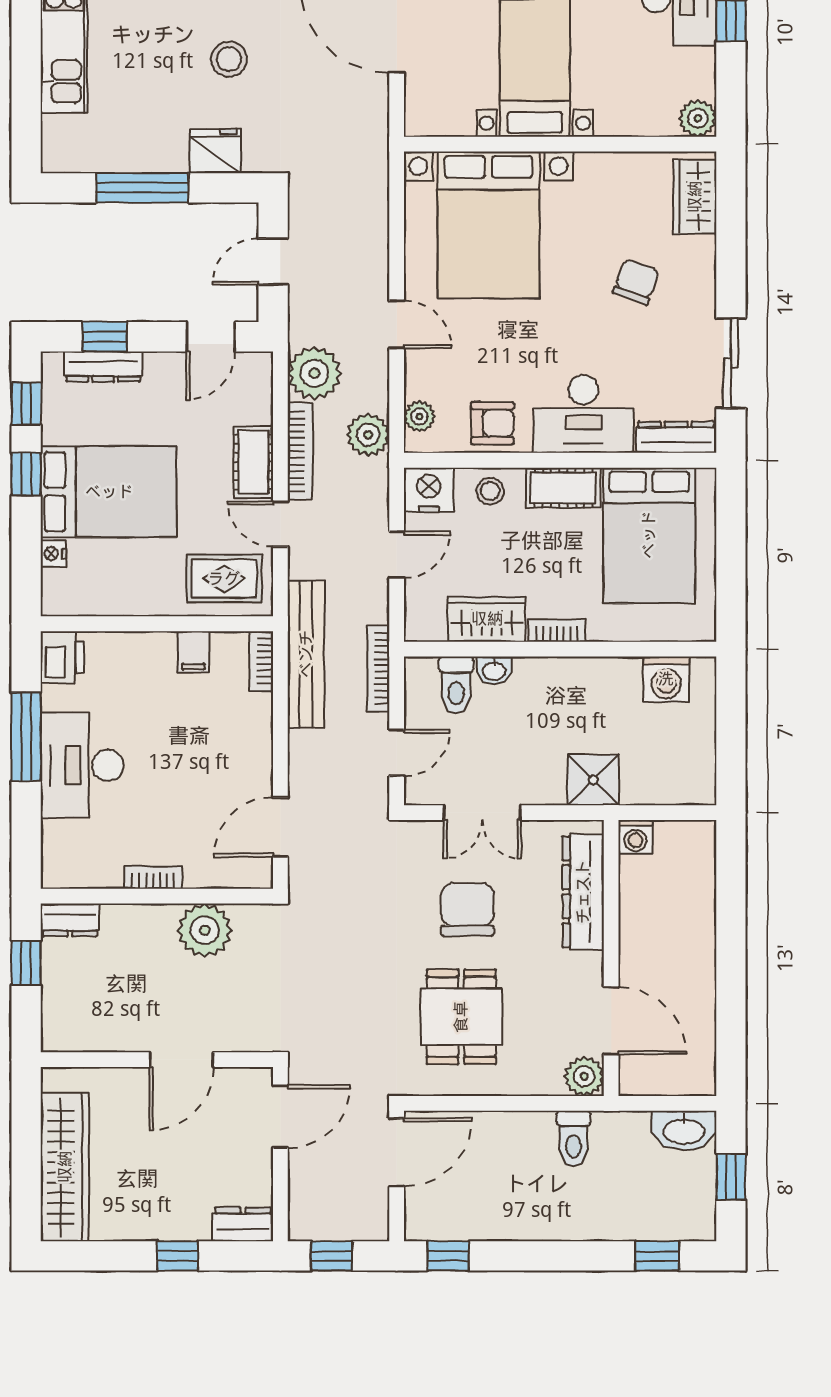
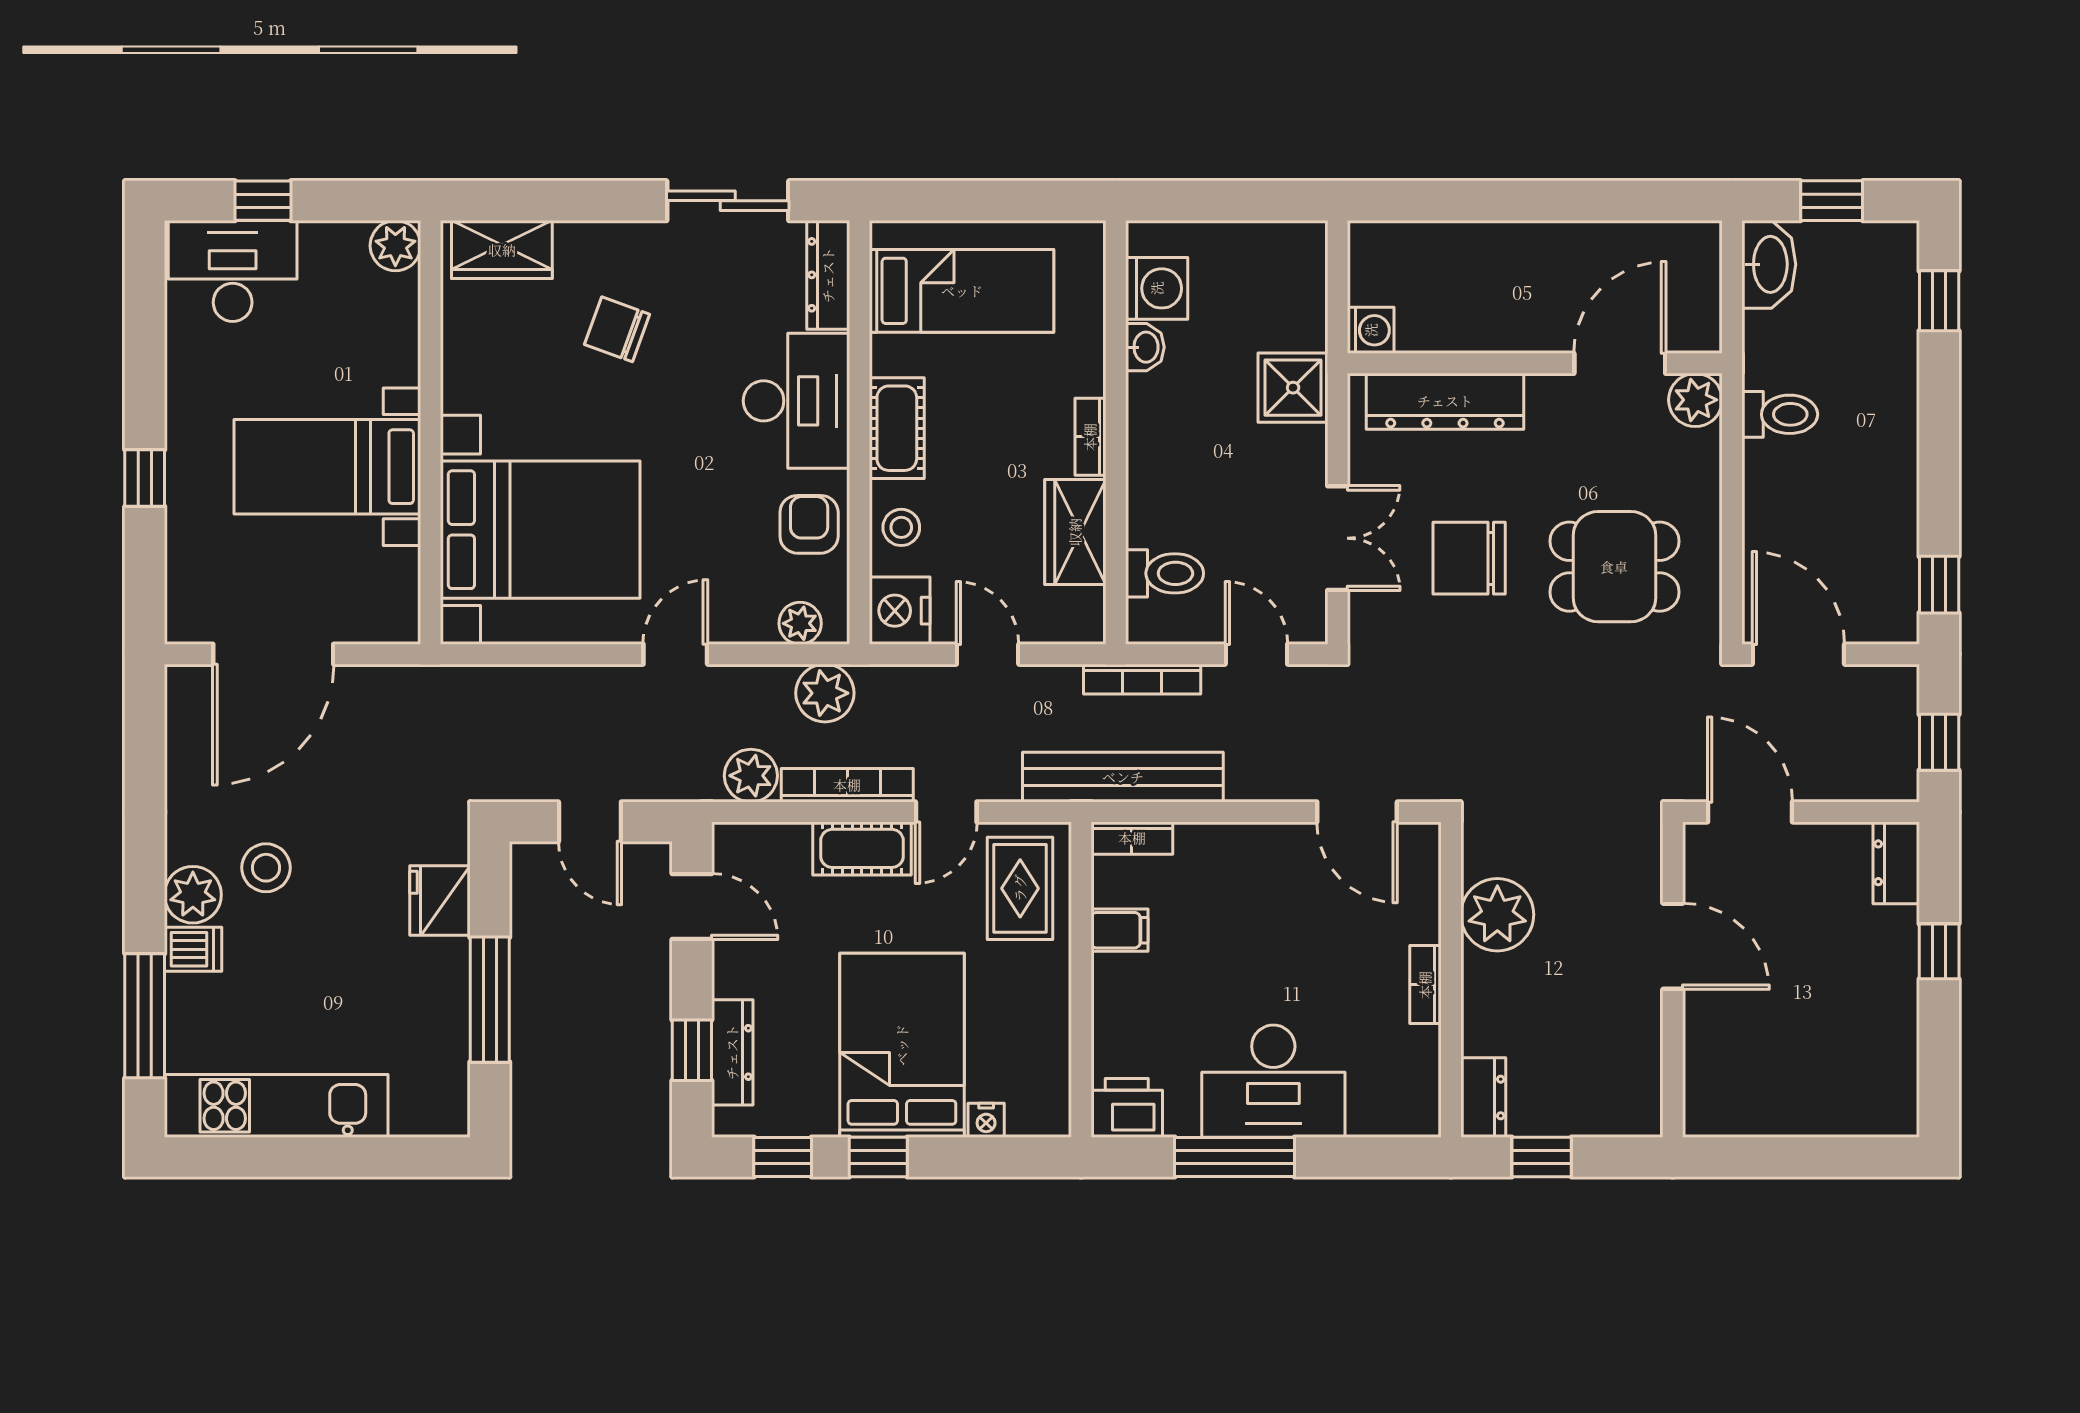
stool: (229, 59) -> (266, 868), moved
plant: (314, 373) -> (751, 776), width x0.73, depth x0.73
bed: (649, 535) -> (962, 291), width x0.67
washbasin: (494, 671) -> (1145, 347), moved
wardrobe: (65, 1167) -> (1819, 1105), removed

